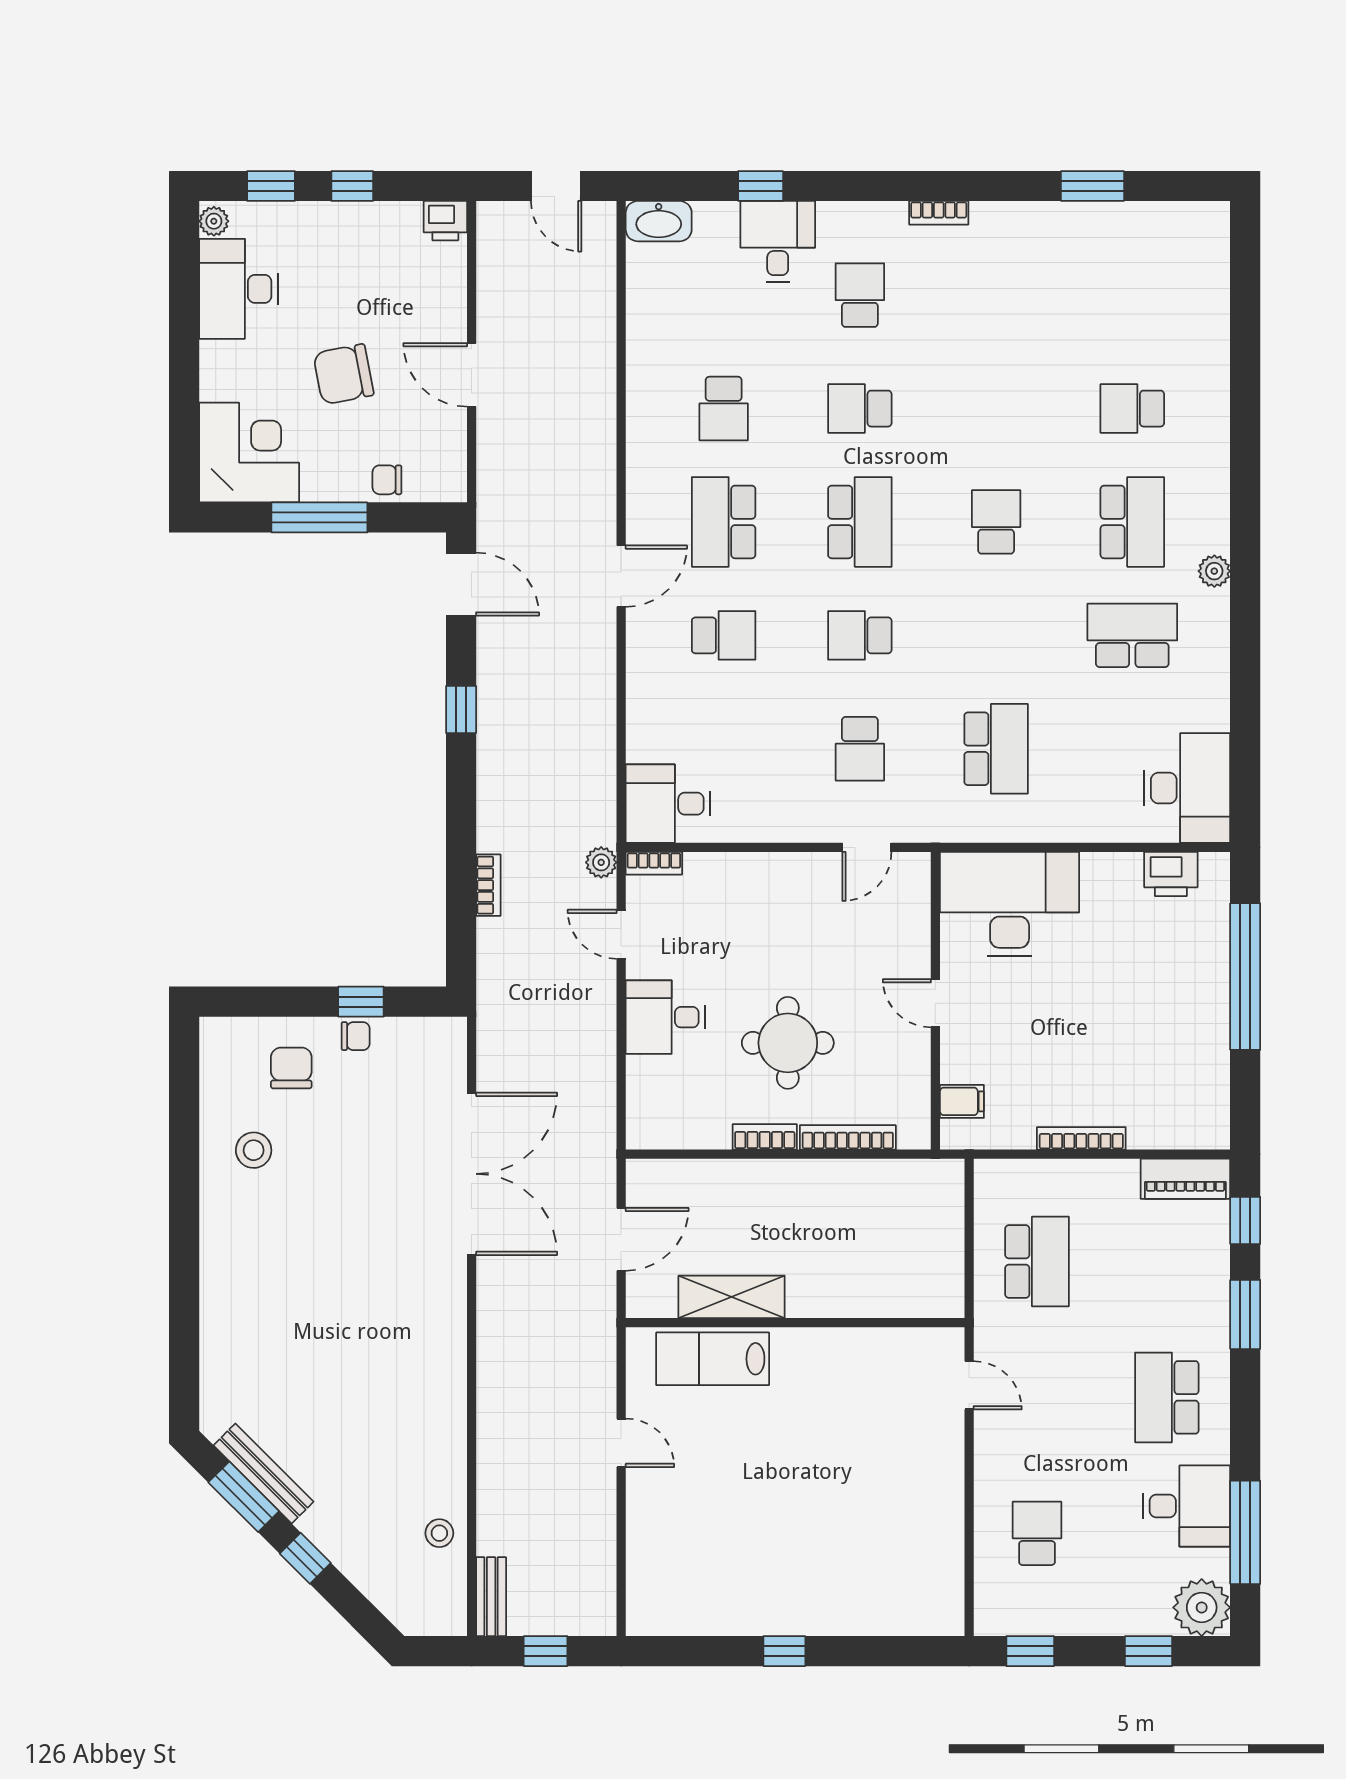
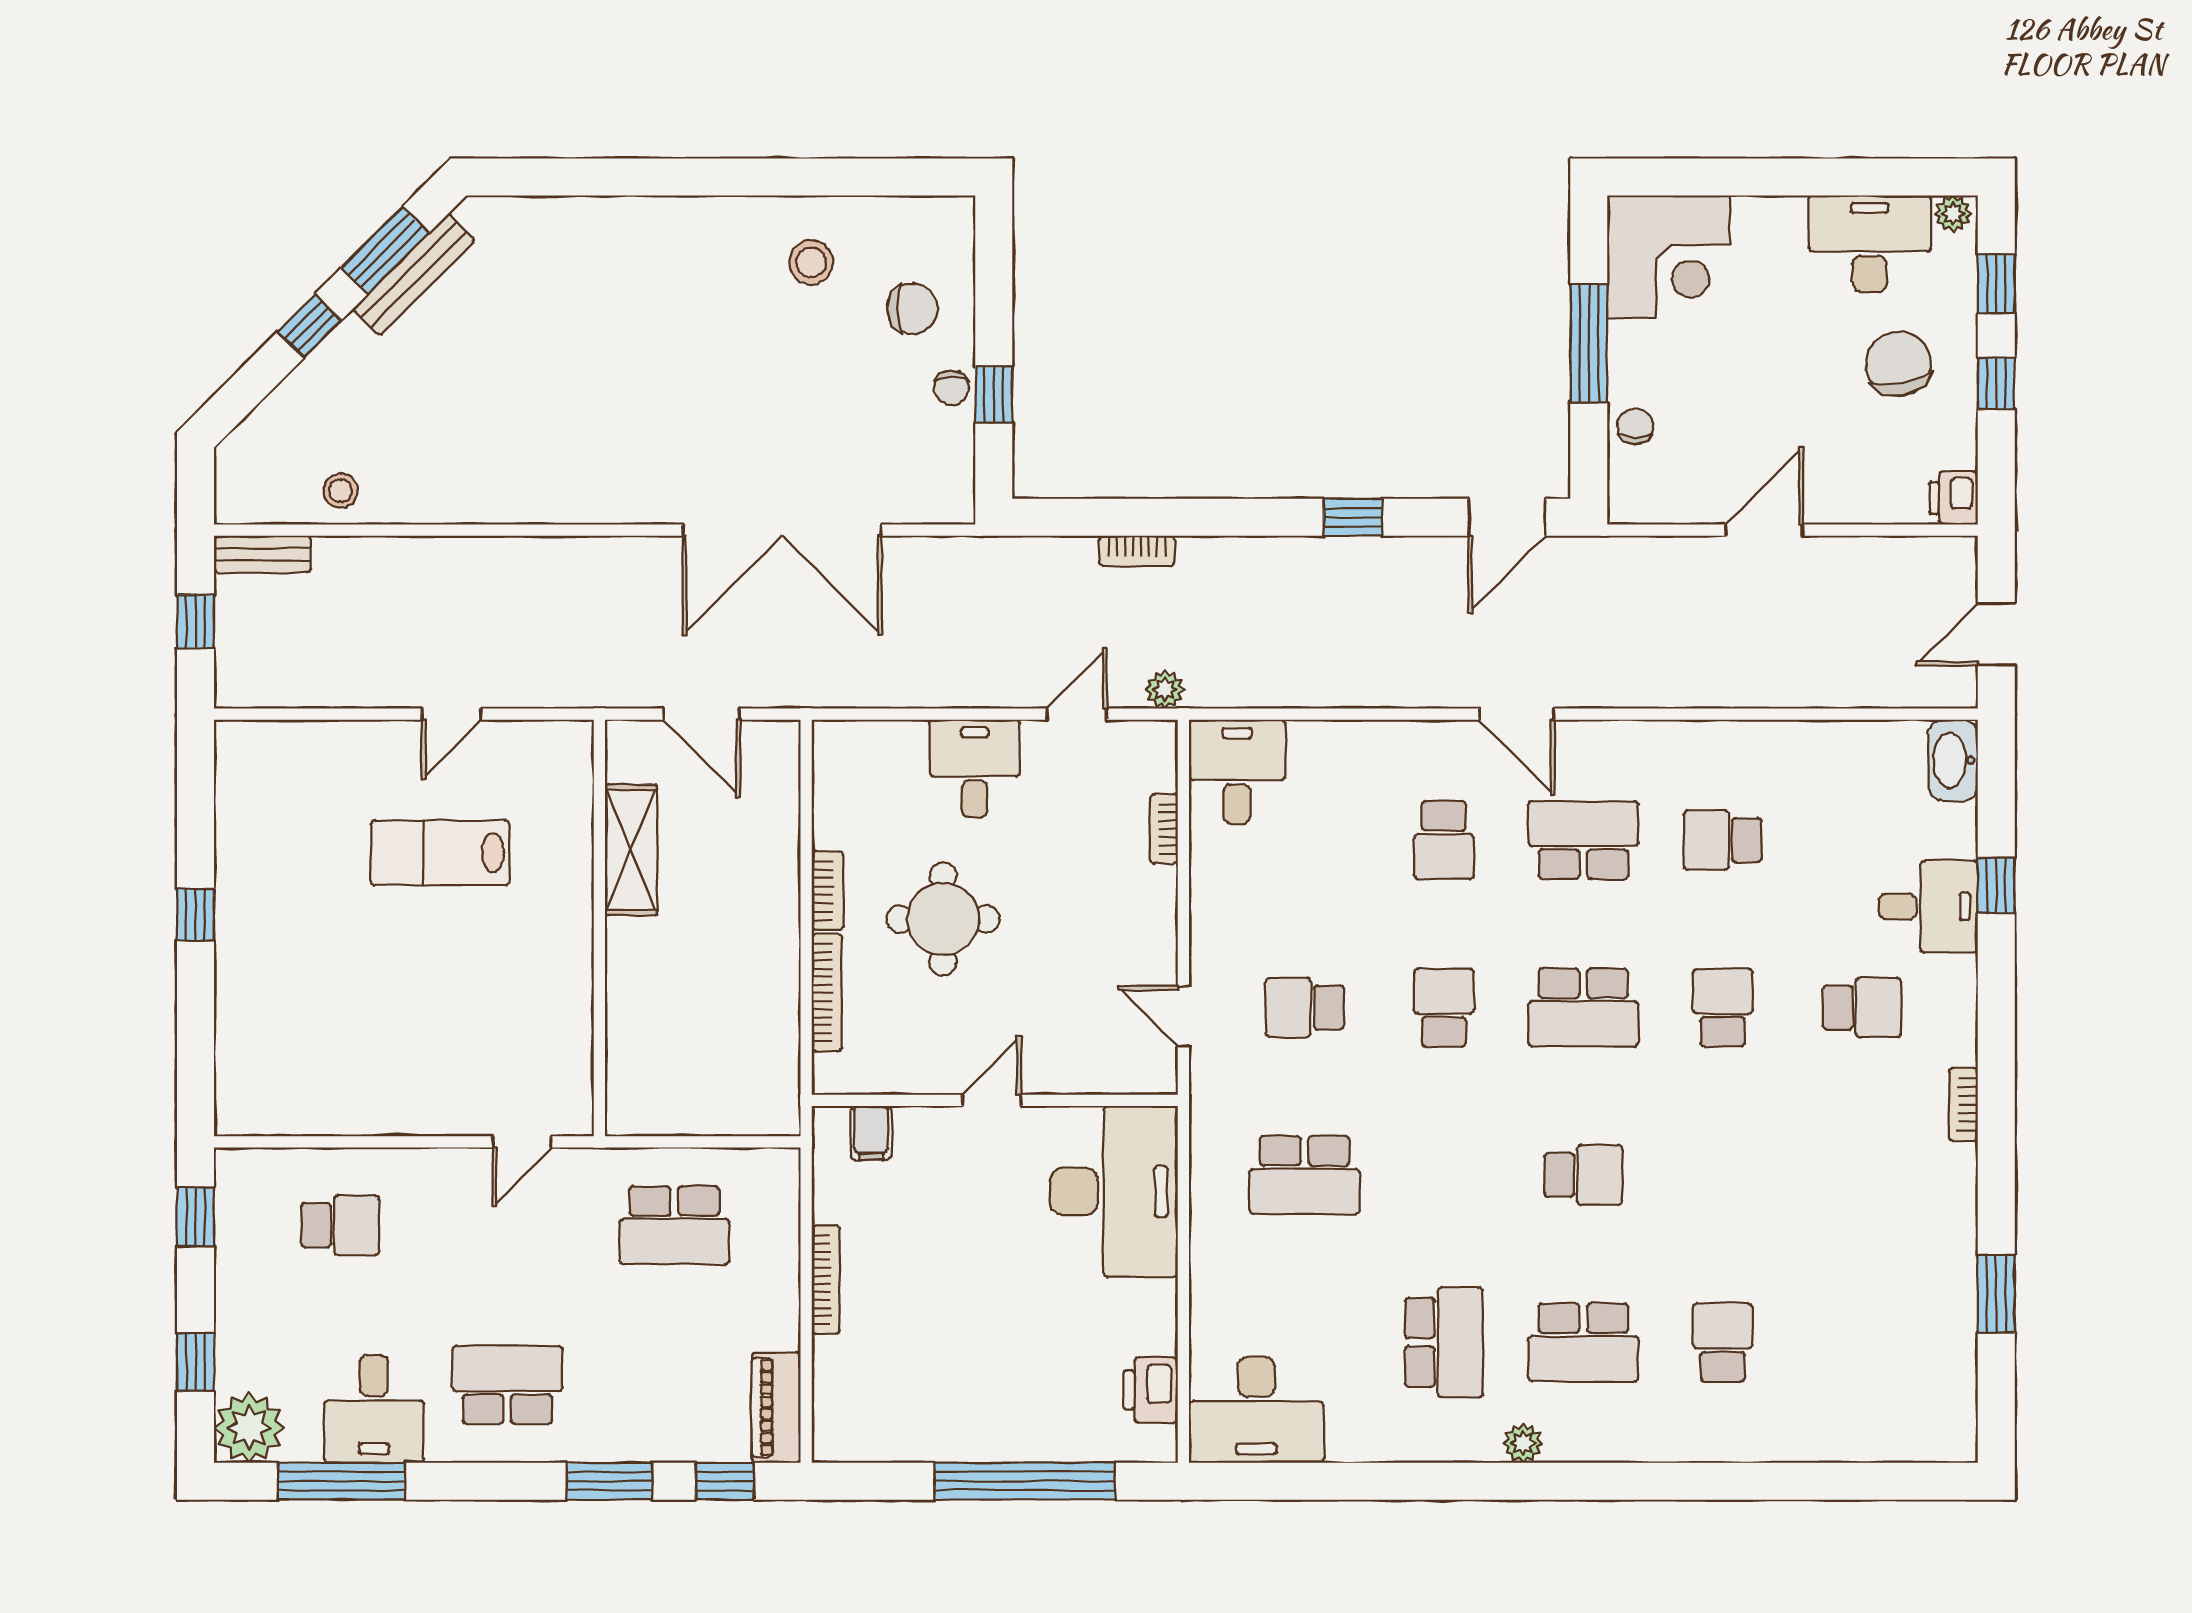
chair: (343, 374) -> (1898, 364), moved
bookcase: (654, 863) -> (1164, 829), moved
lab bench: (713, 1359) -> (440, 853), moved, turned -90

